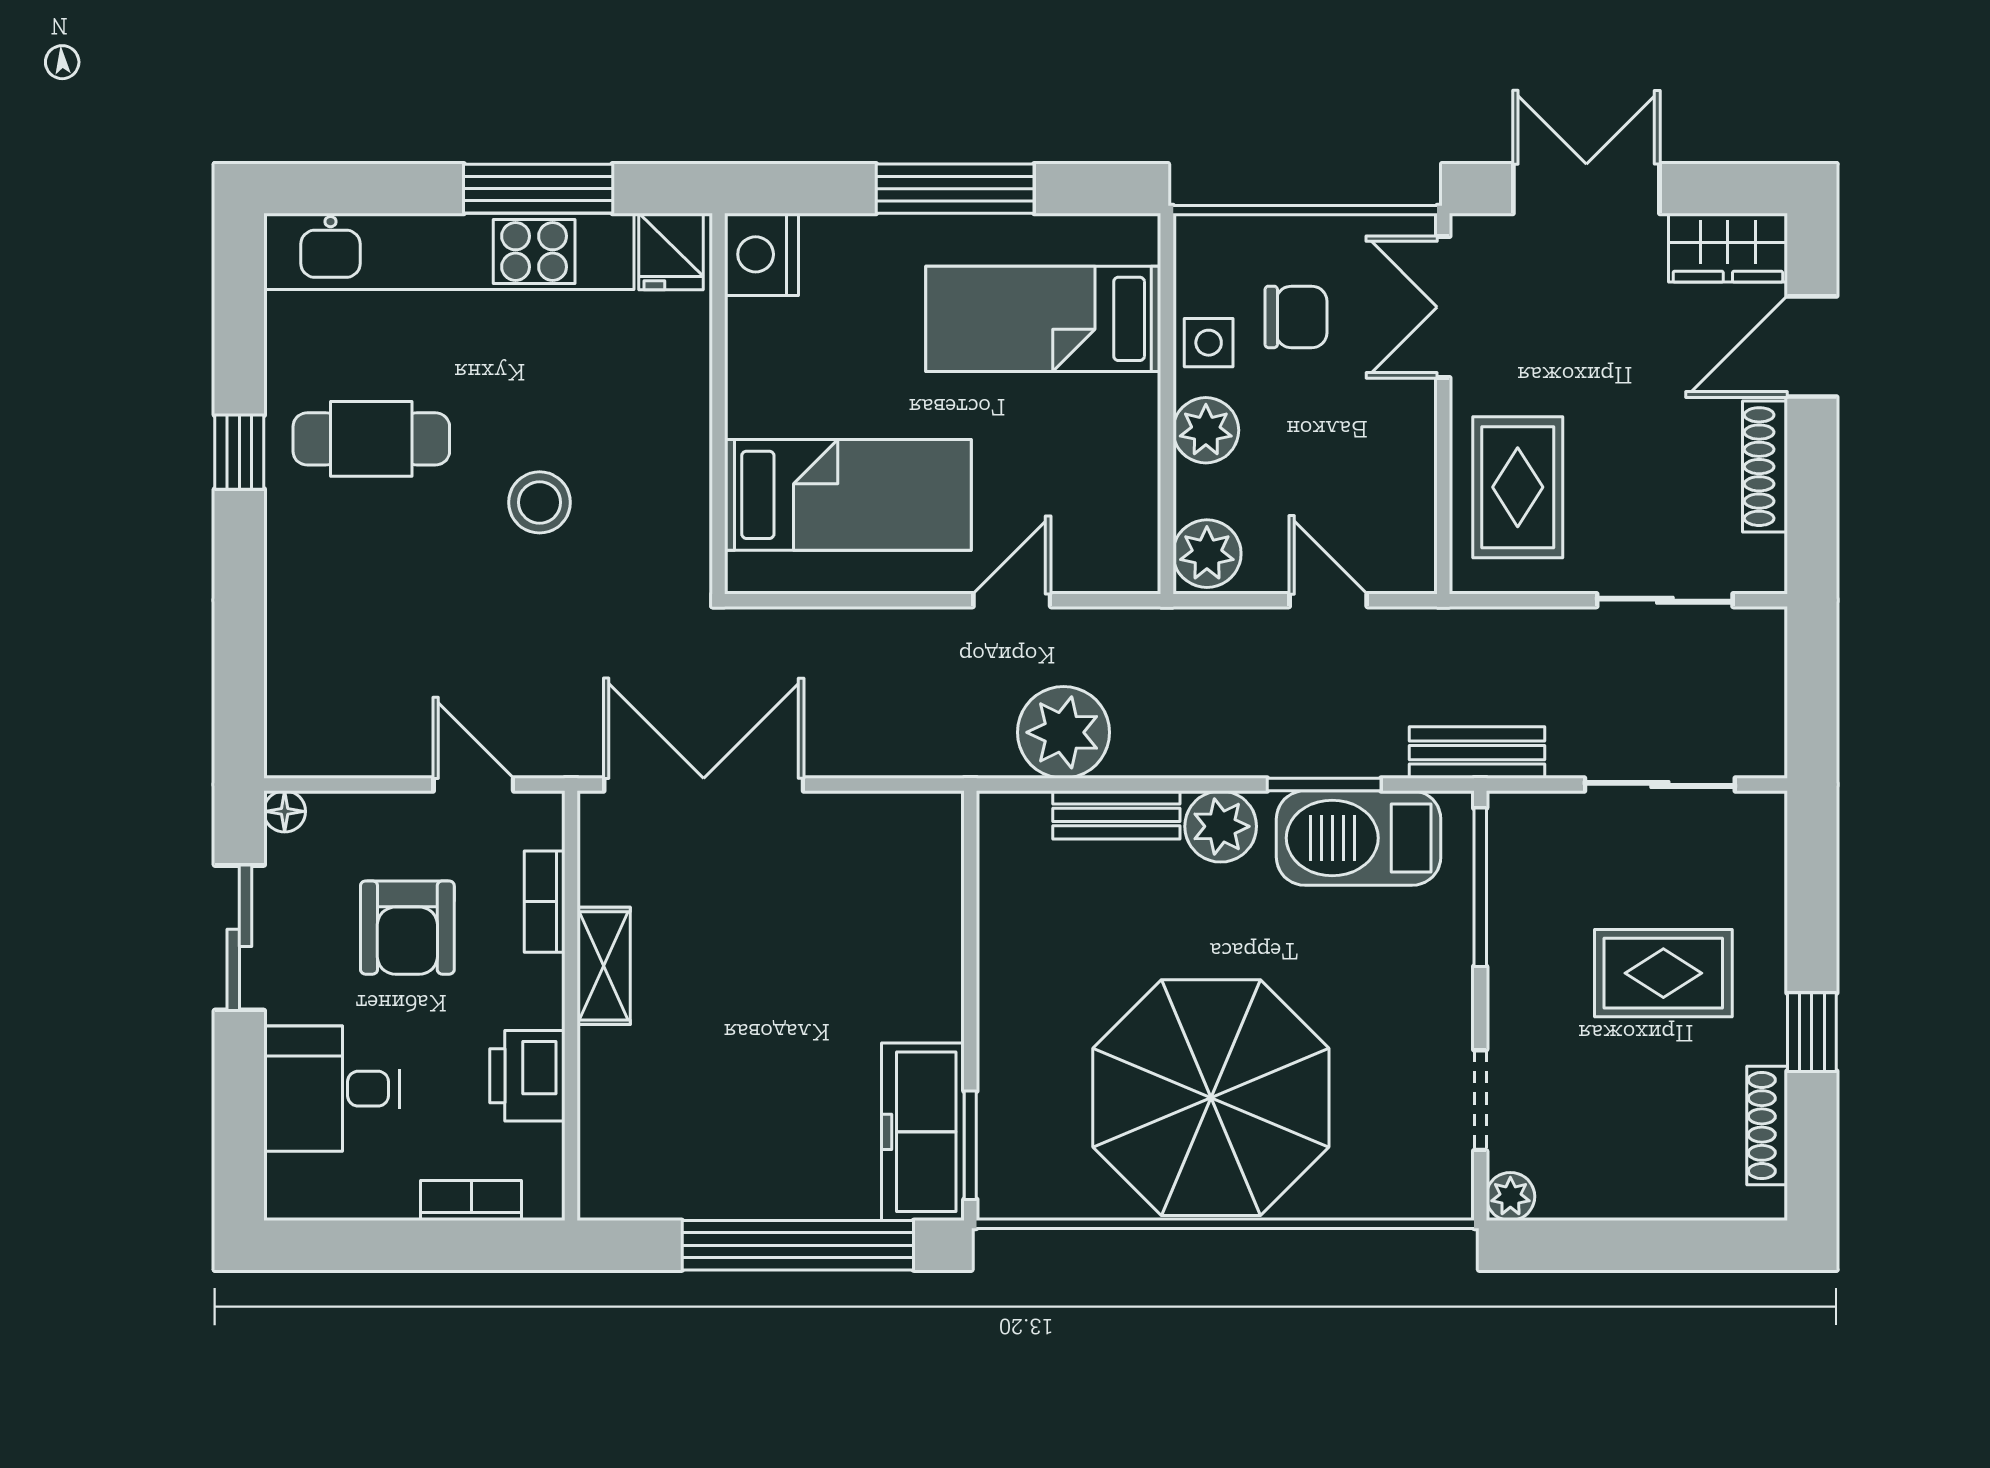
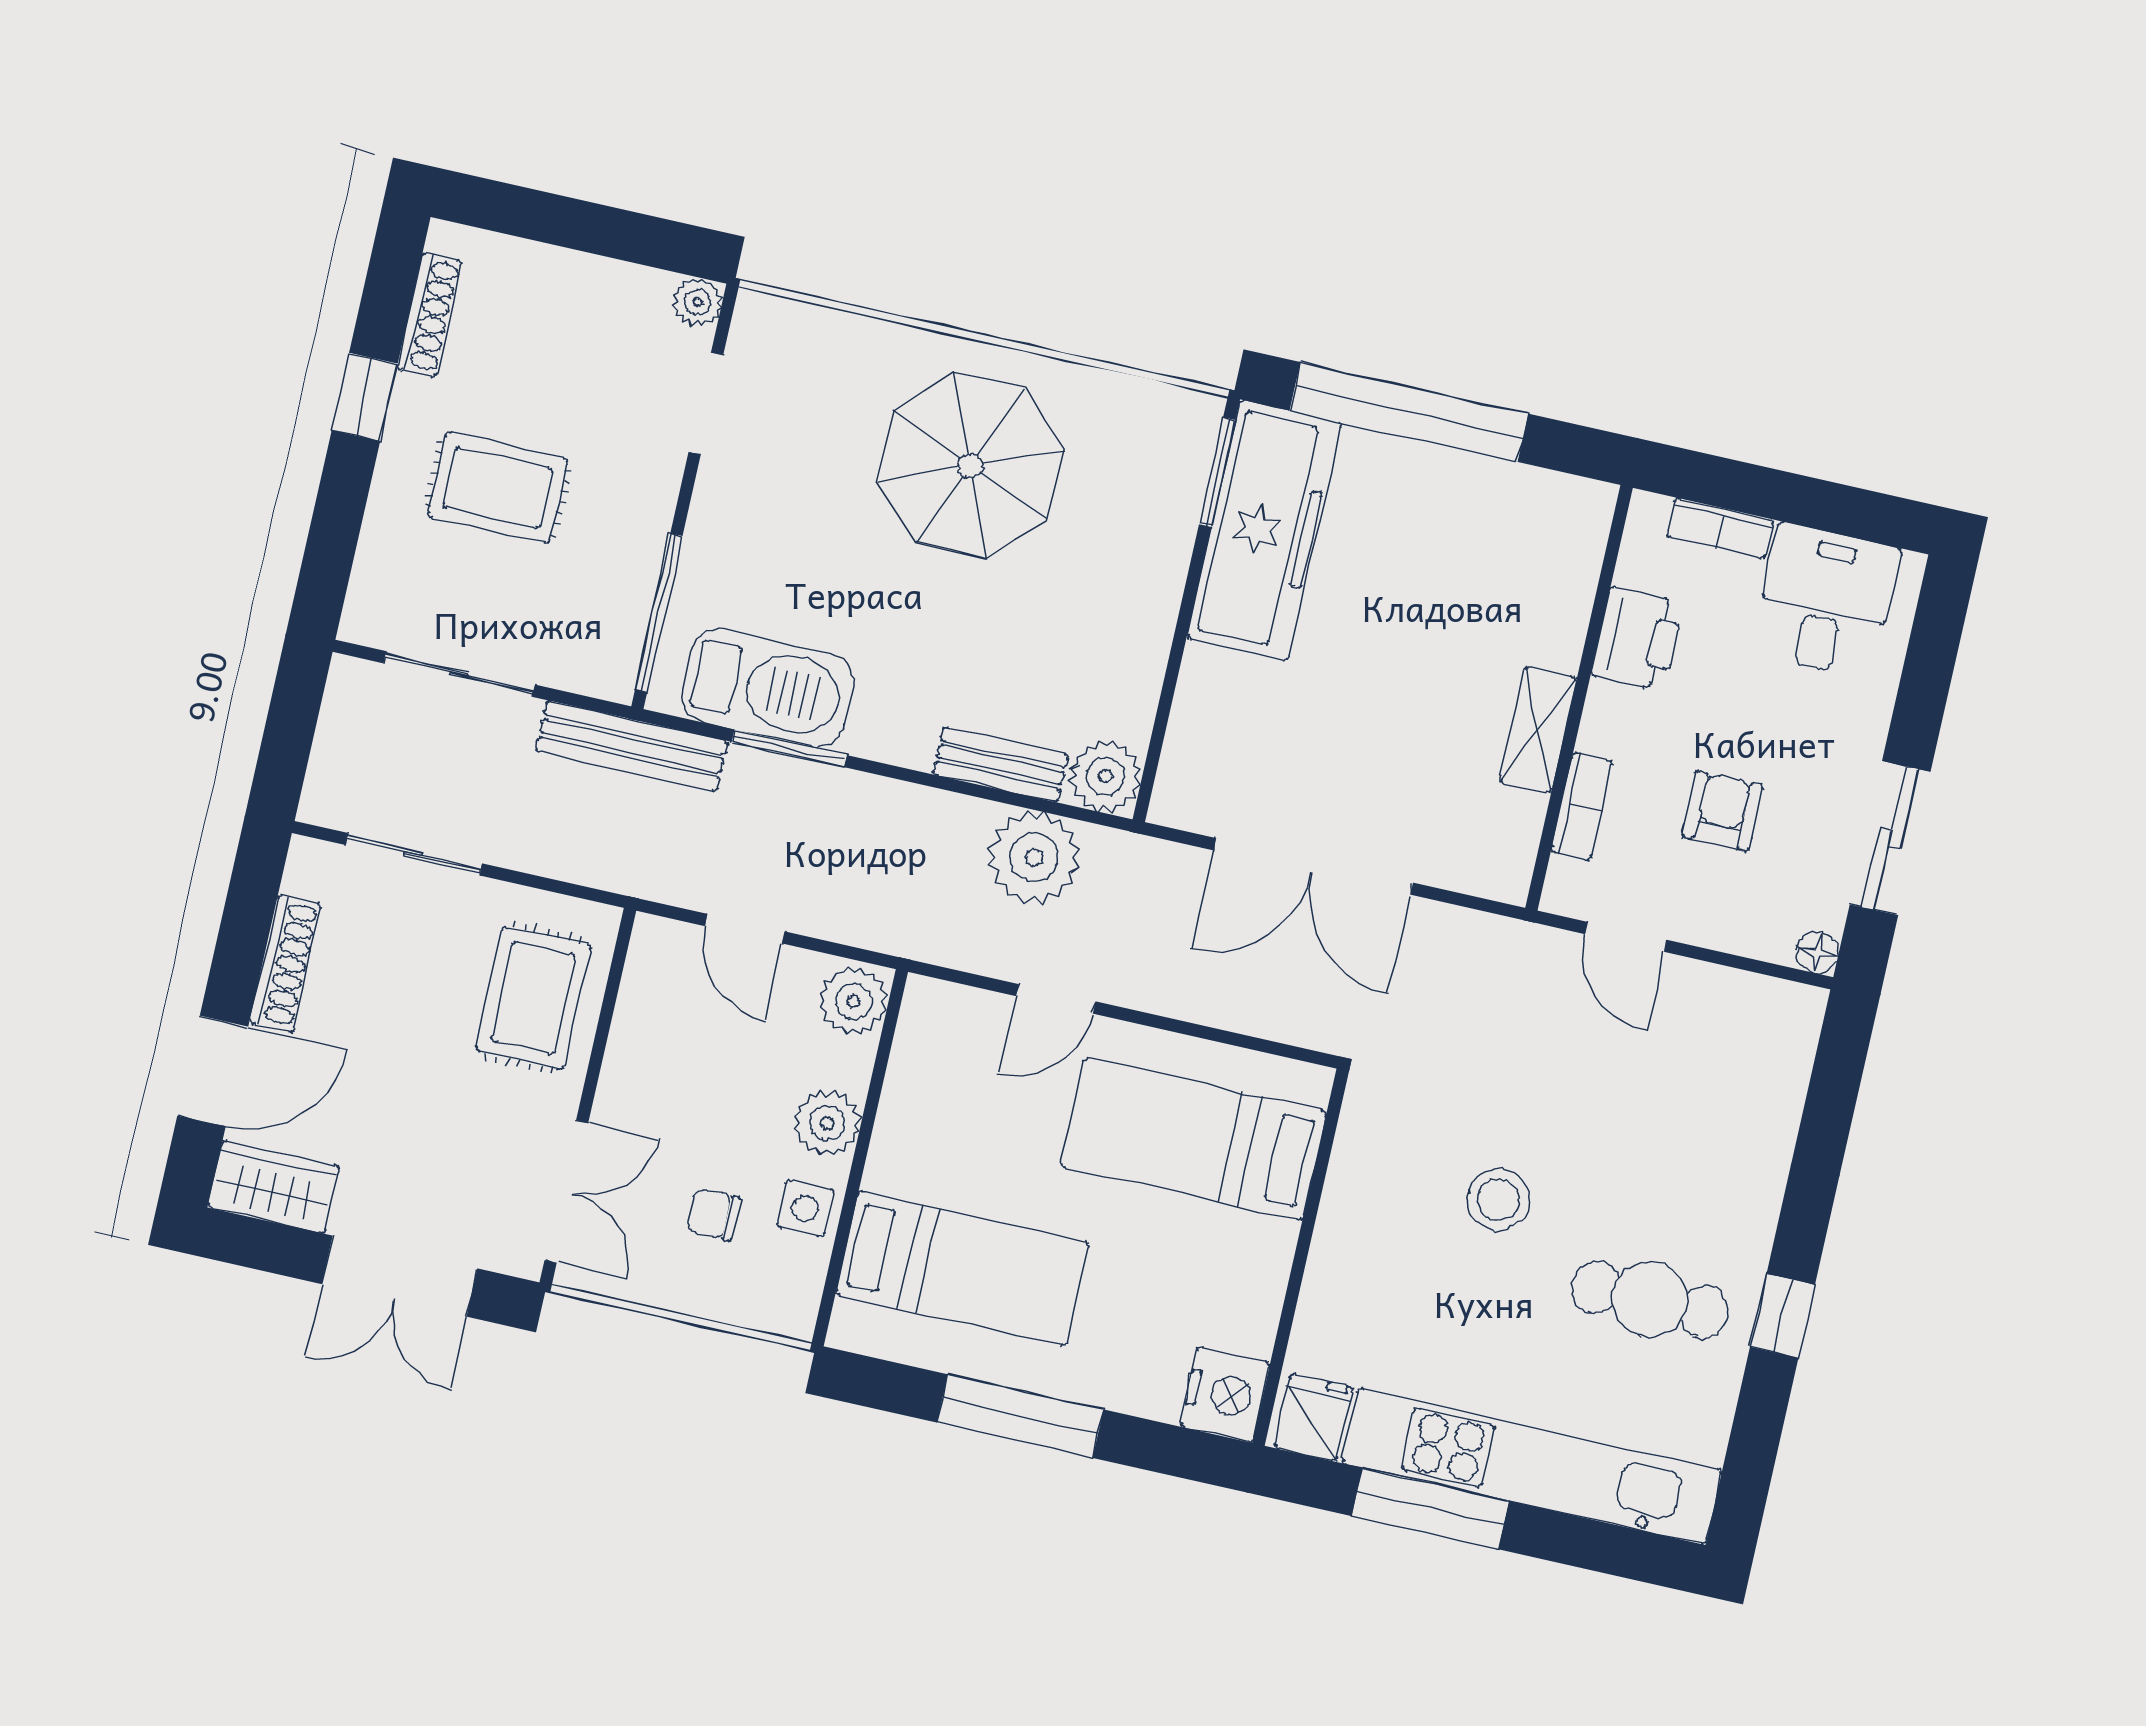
chair: (1296, 317) -> (713, 1214), width x0.73, depth x0.73
bench: (1477, 753) -> (632, 746), width x1.36
double door: (704, 784) -> (1313, 866), moved
plant: (1221, 826) -> (1105, 776), moved
armchair: (407, 928) -> (1723, 811), width x0.72, depth x0.72
desk: (332, 1089) -> (1826, 601), moved, turned -90
parasol: (1211, 1098) -> (970, 466), width x0.73, depth x0.73
freezer: (923, 1132) -> (1264, 530), width x1.36, depth x1.26

